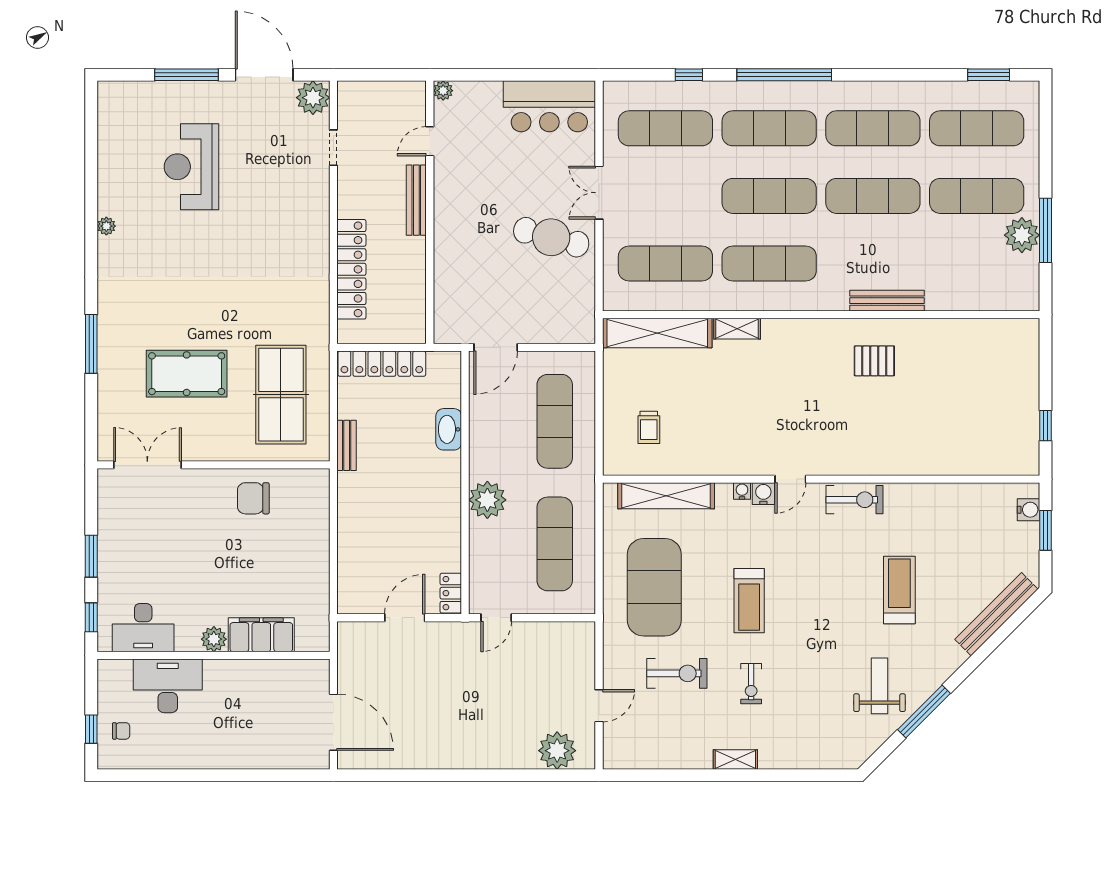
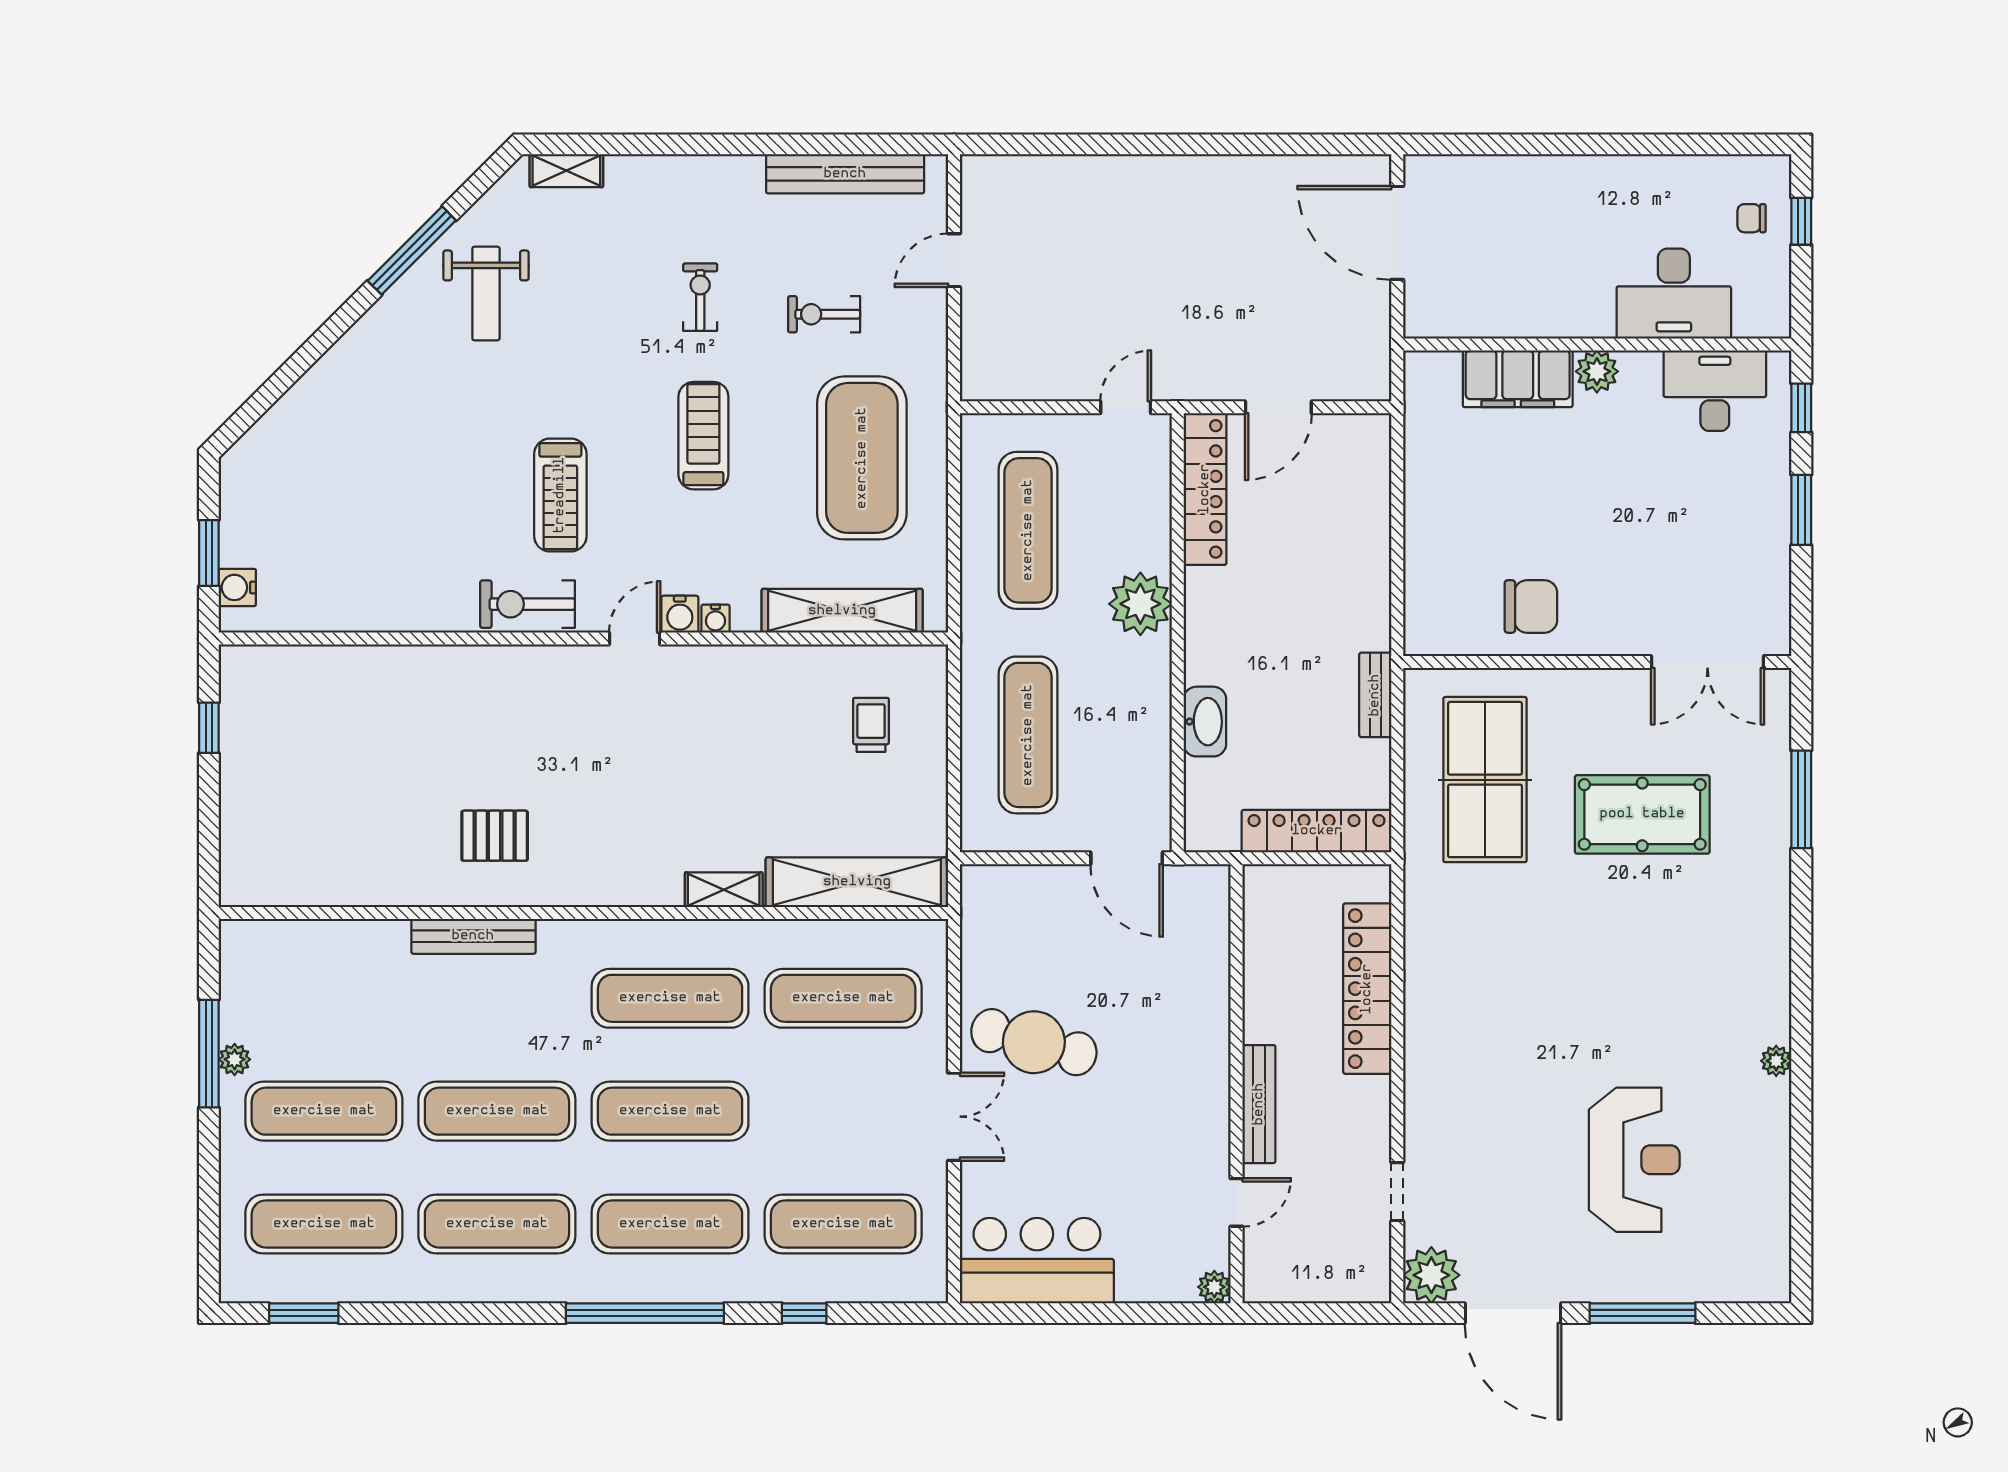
plant: (1022, 235) -> (235, 1059), width x0.53, depth x0.53
window: (91, 344) -> (1801, 799), moved
door: (496, 347) -> (1127, 858), swing flipped
treadmill: (899, 590) -> (560, 495), moved
locker: (451, 593) -> (1205, 489), width x2.16, depth x1.21
bench: (996, 614) -> (845, 174), moved, turned 45
exercise bike: (677, 673) -> (824, 314), width x0.73, depth x0.72
plant: (557, 751) -> (1024, 186), removed
shelving: (735, 759) -> (566, 171), moved

